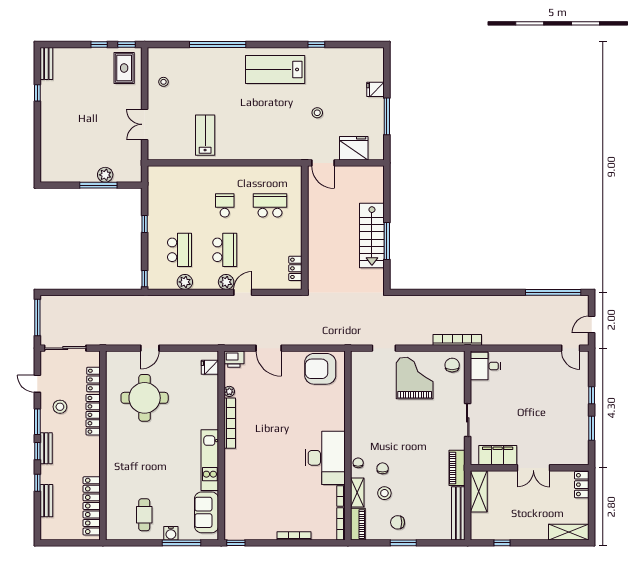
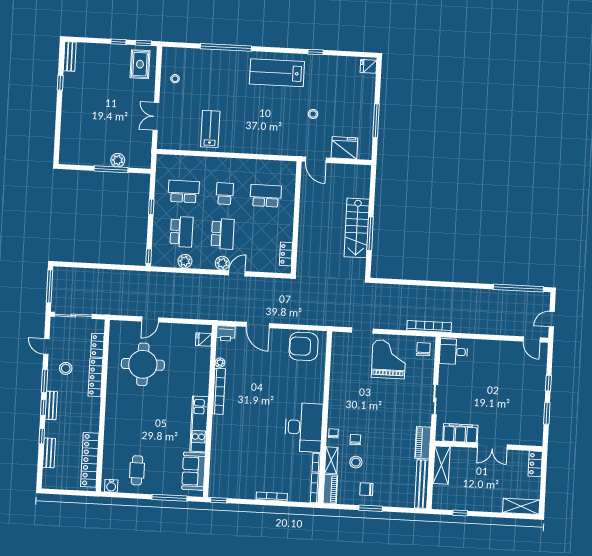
fridge: (375, 89) -> (368, 66), moved
school desk: (179, 205) -> (184, 191), added
water cooler: (171, 533) -> (111, 486), moved

